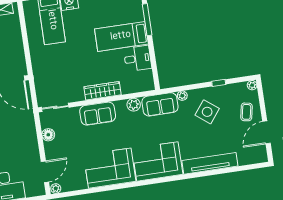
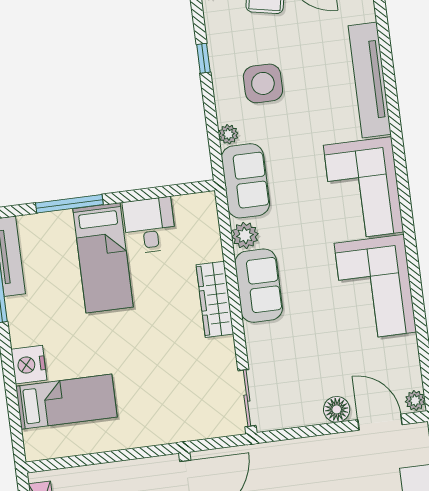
side table: (207, 112) -> (263, 83), turned -38
sofa: (98, 114) -> (259, 286), moved
floor lamp: (48, 135) -> (337, 409), moved

